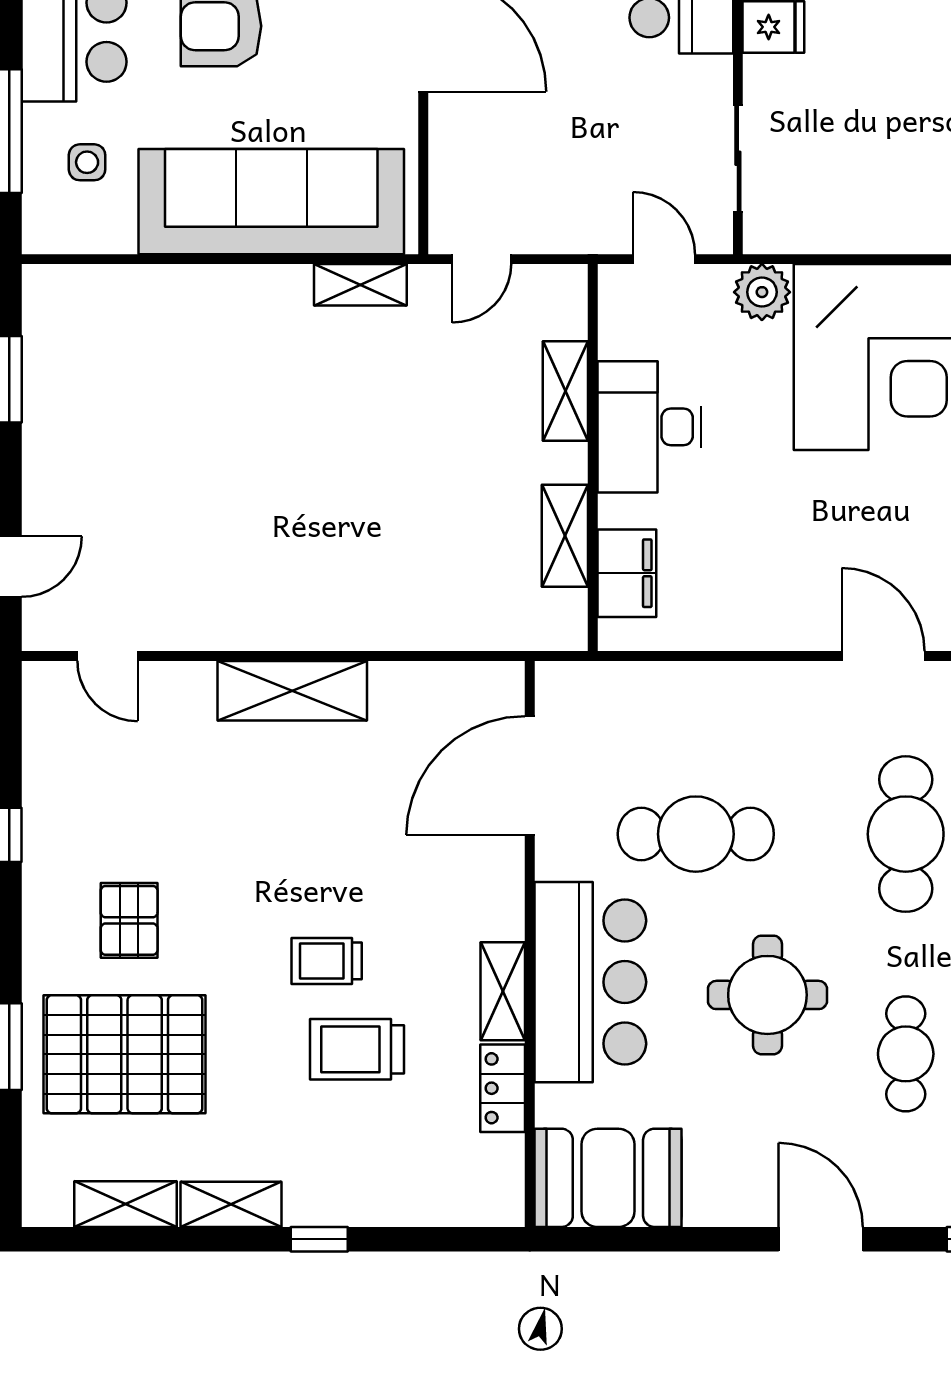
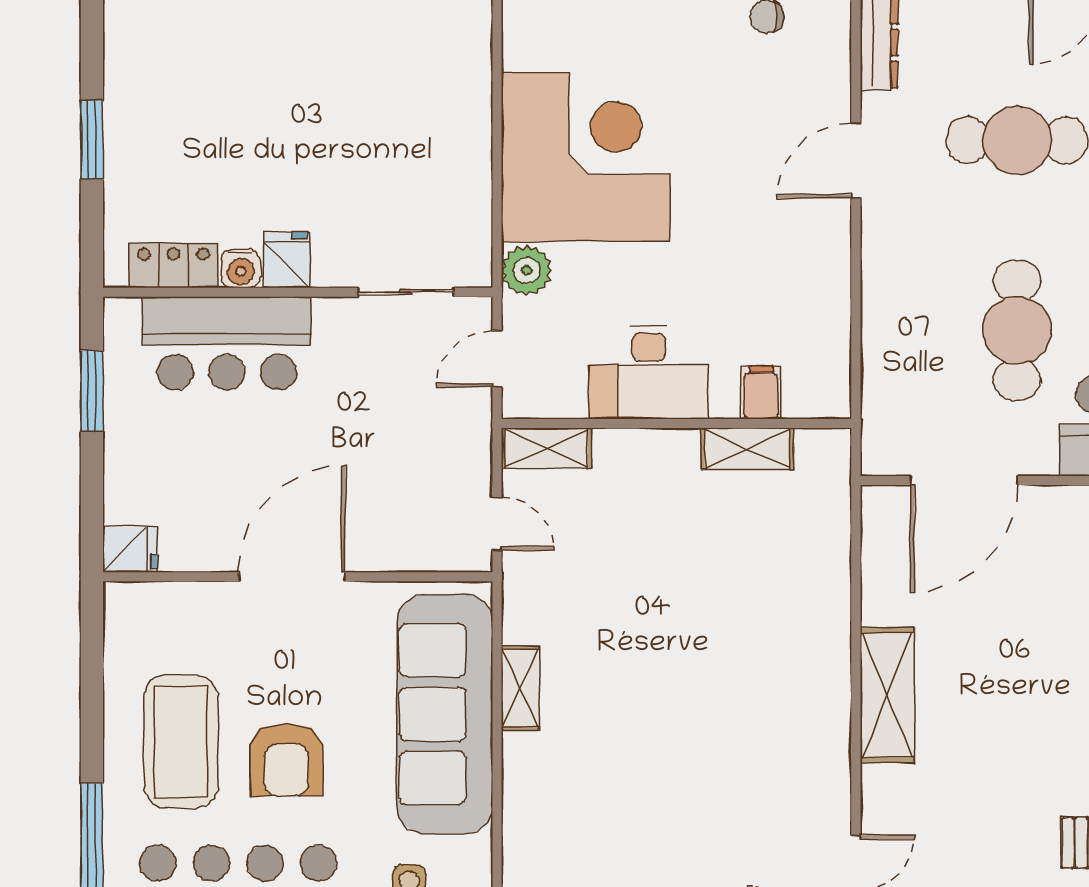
shelving: (360, 285) -> (520, 688), moved
shelving: (565, 391) -> (546, 448), moved
filing cabinet: (627, 573) -> (761, 393), width x0.50
door: (530, 776) -> (964, 480), hinge flipped

